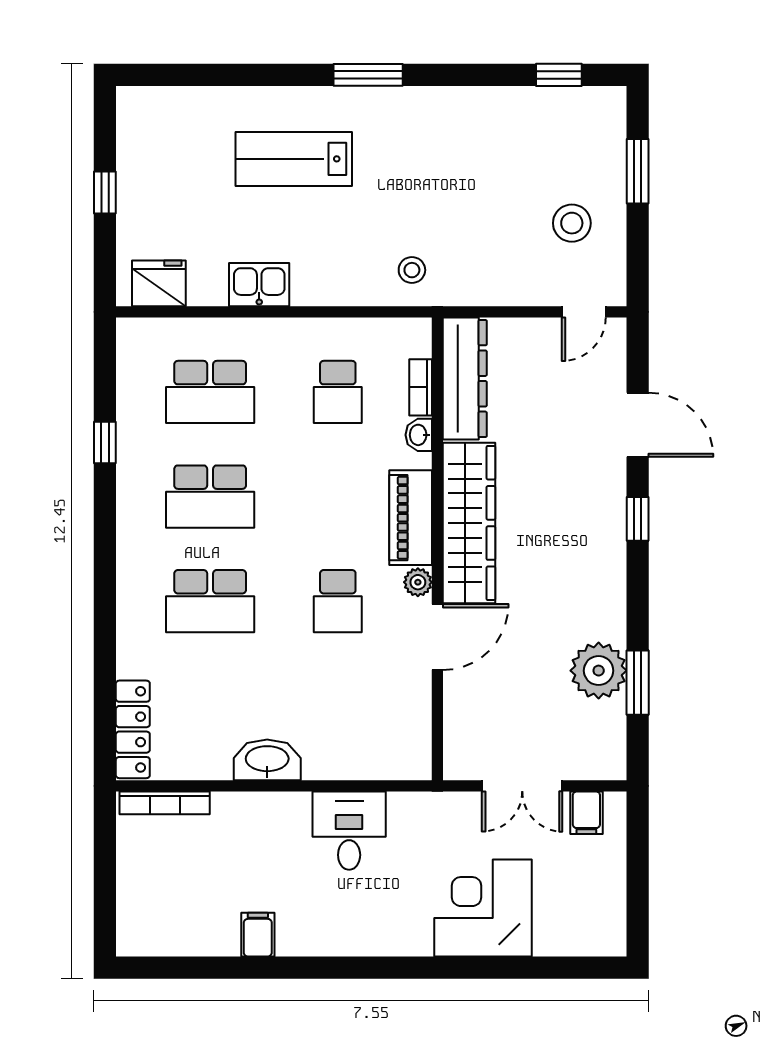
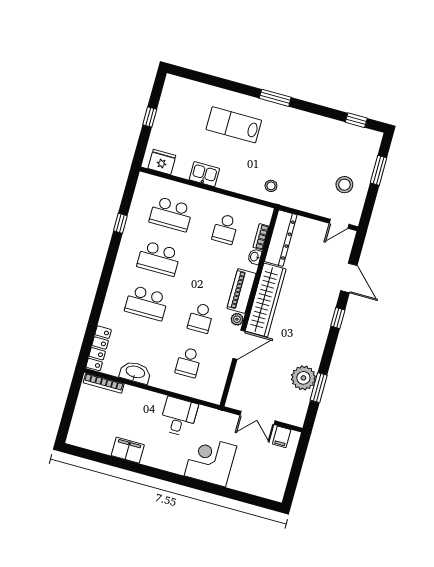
school desk: (338, 706) -> (189, 362), added
washbasin: (267, 760) -> (135, 372), moved
corner desk: (483, 908) -> (210, 461), moved
filing cabinet: (258, 935) -> (128, 450), width x2.00

